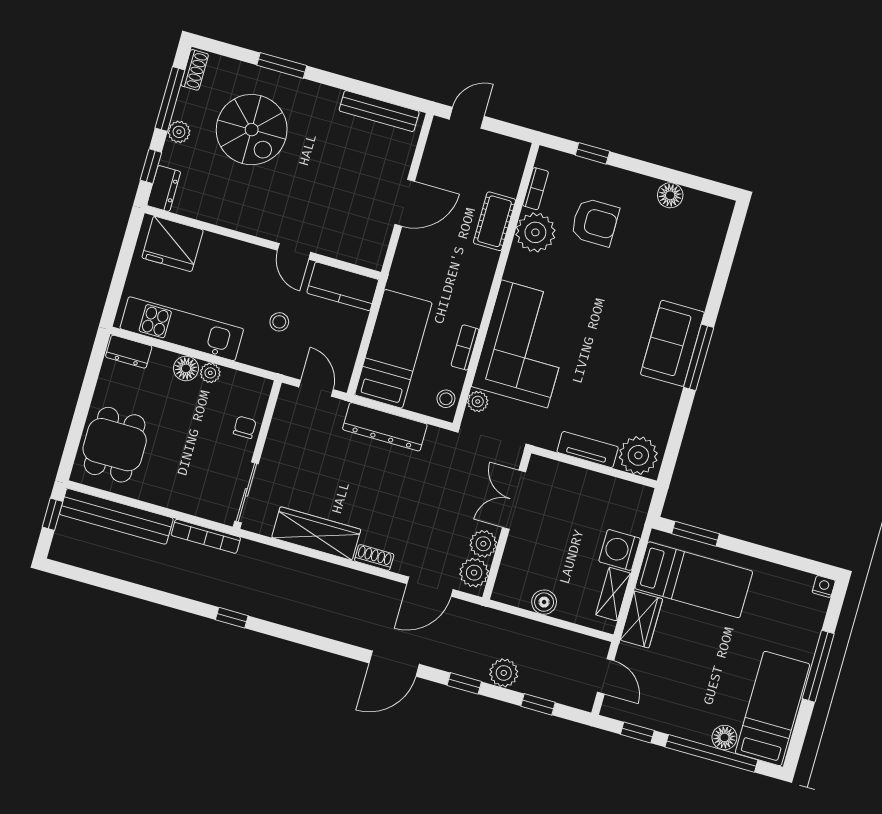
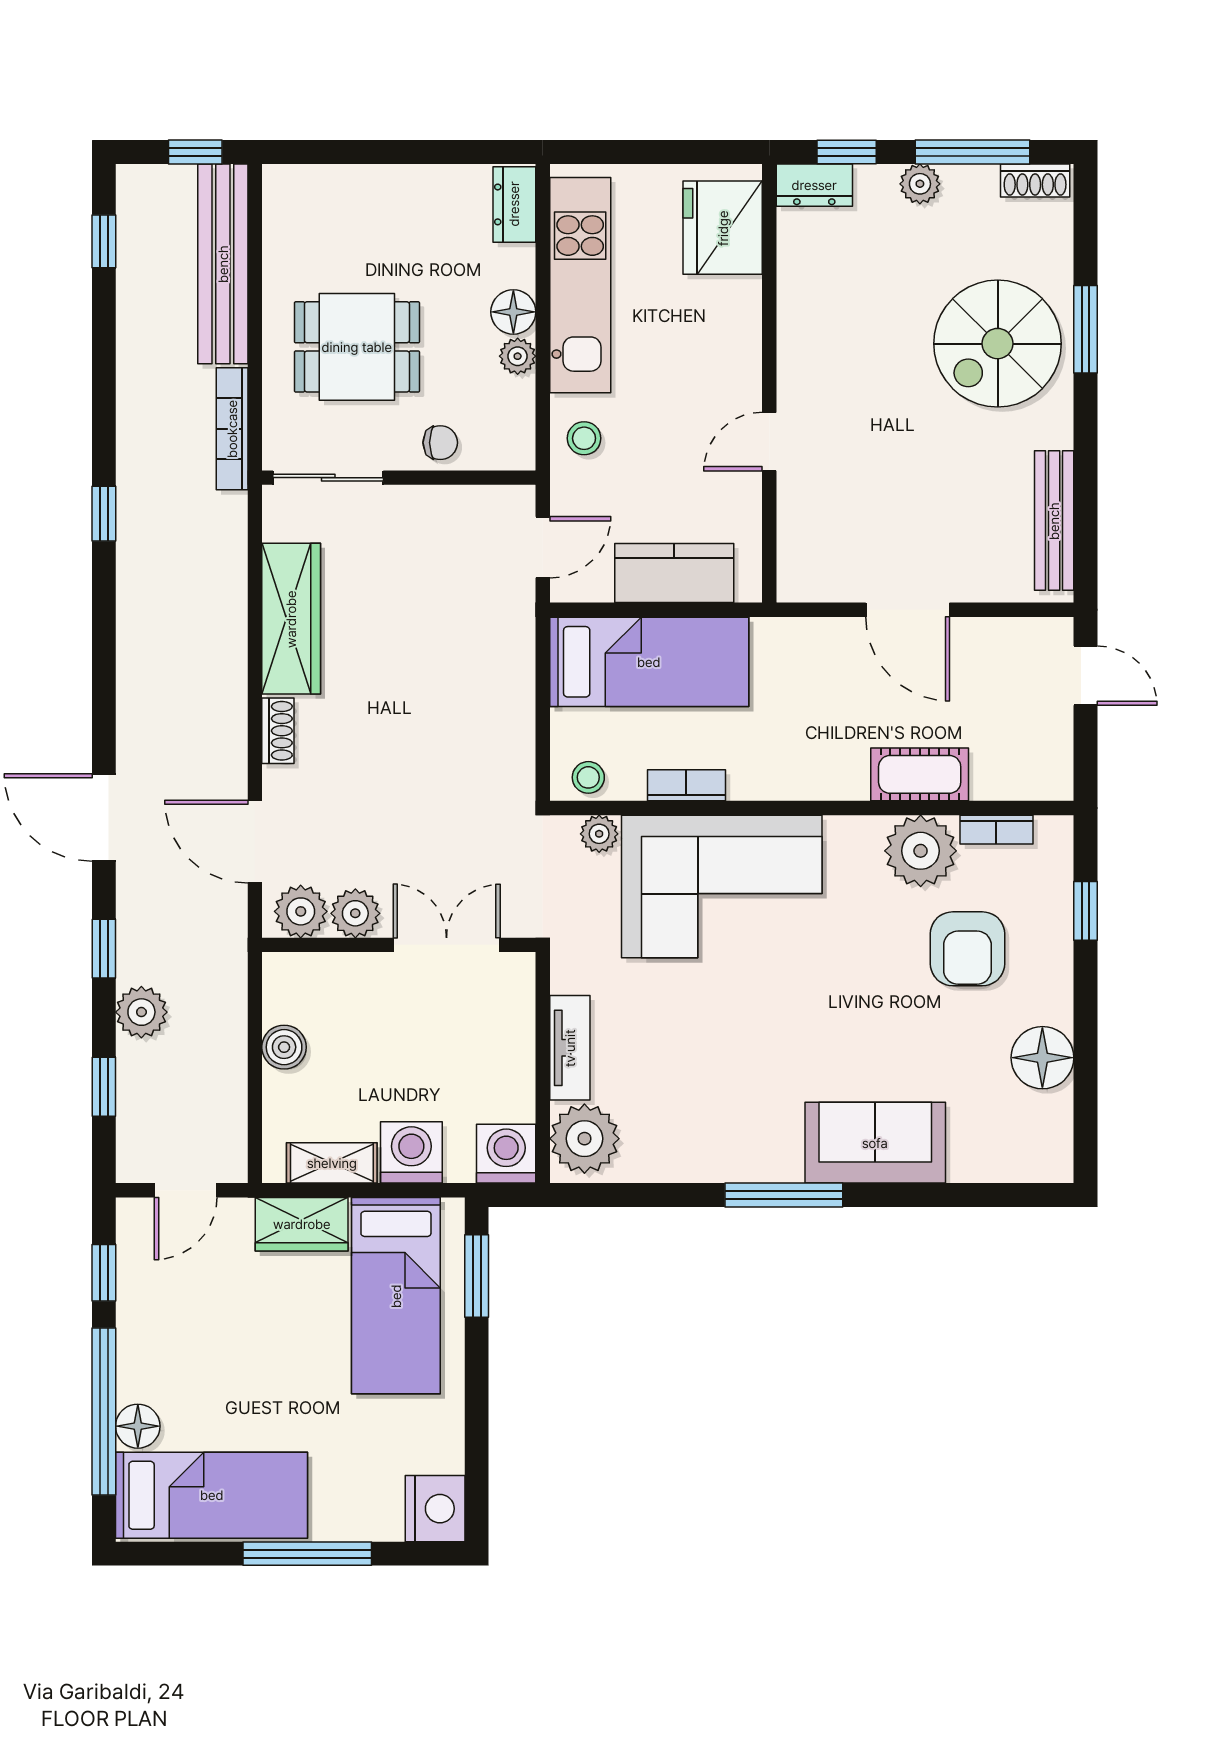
spiral stairs: (252, 130) -> (998, 344), moved
floor lamp: (670, 195) -> (1042, 1058), width x1.38, depth x1.38
kitchen counter: (343, 286) -> (674, 573), moved, turned 90
stool: (279, 322) -> (584, 438), moved
sofa: (672, 343) -> (875, 1143), moved
dresser: (385, 427) -> (510, 685), removed
dining table: (115, 445) -> (357, 347), moved
washing machine: (635, 499) -> (506, 1154), added
window: (86, 577) -> (104, 241), added
nightstand: (824, 586) -> (435, 1509), width x1.89, depth x1.79

